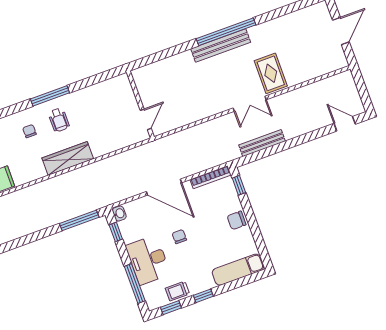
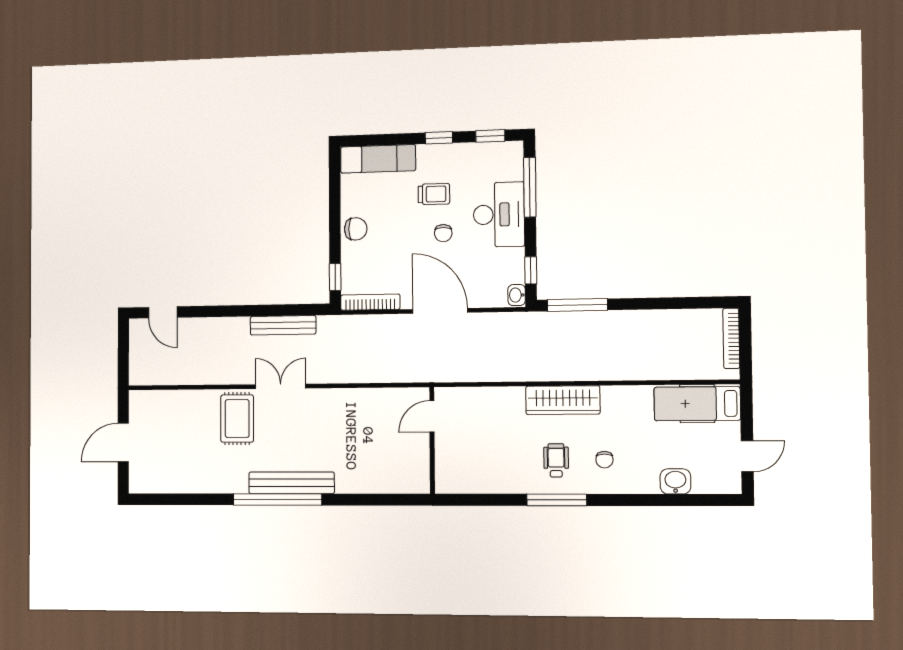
trolley: (177, 291) -> (434, 194), moved

